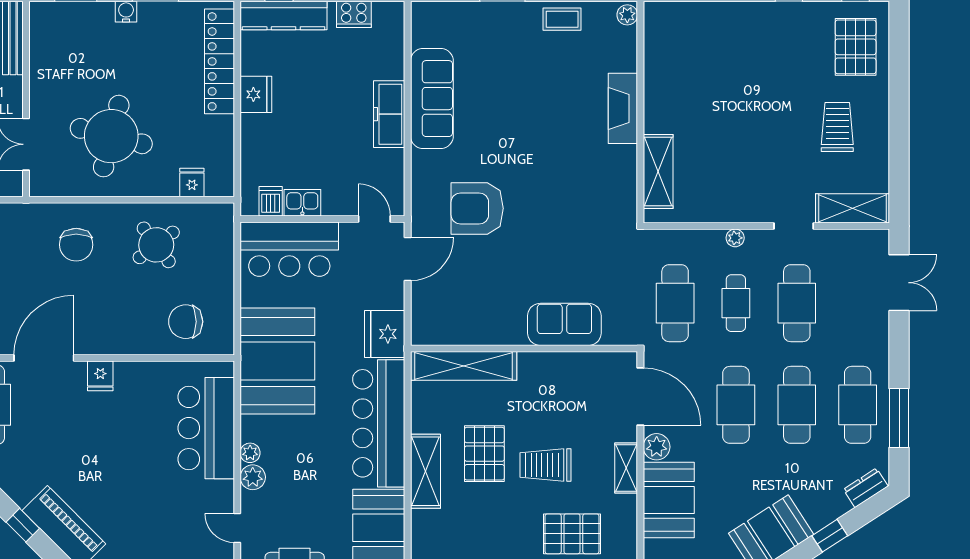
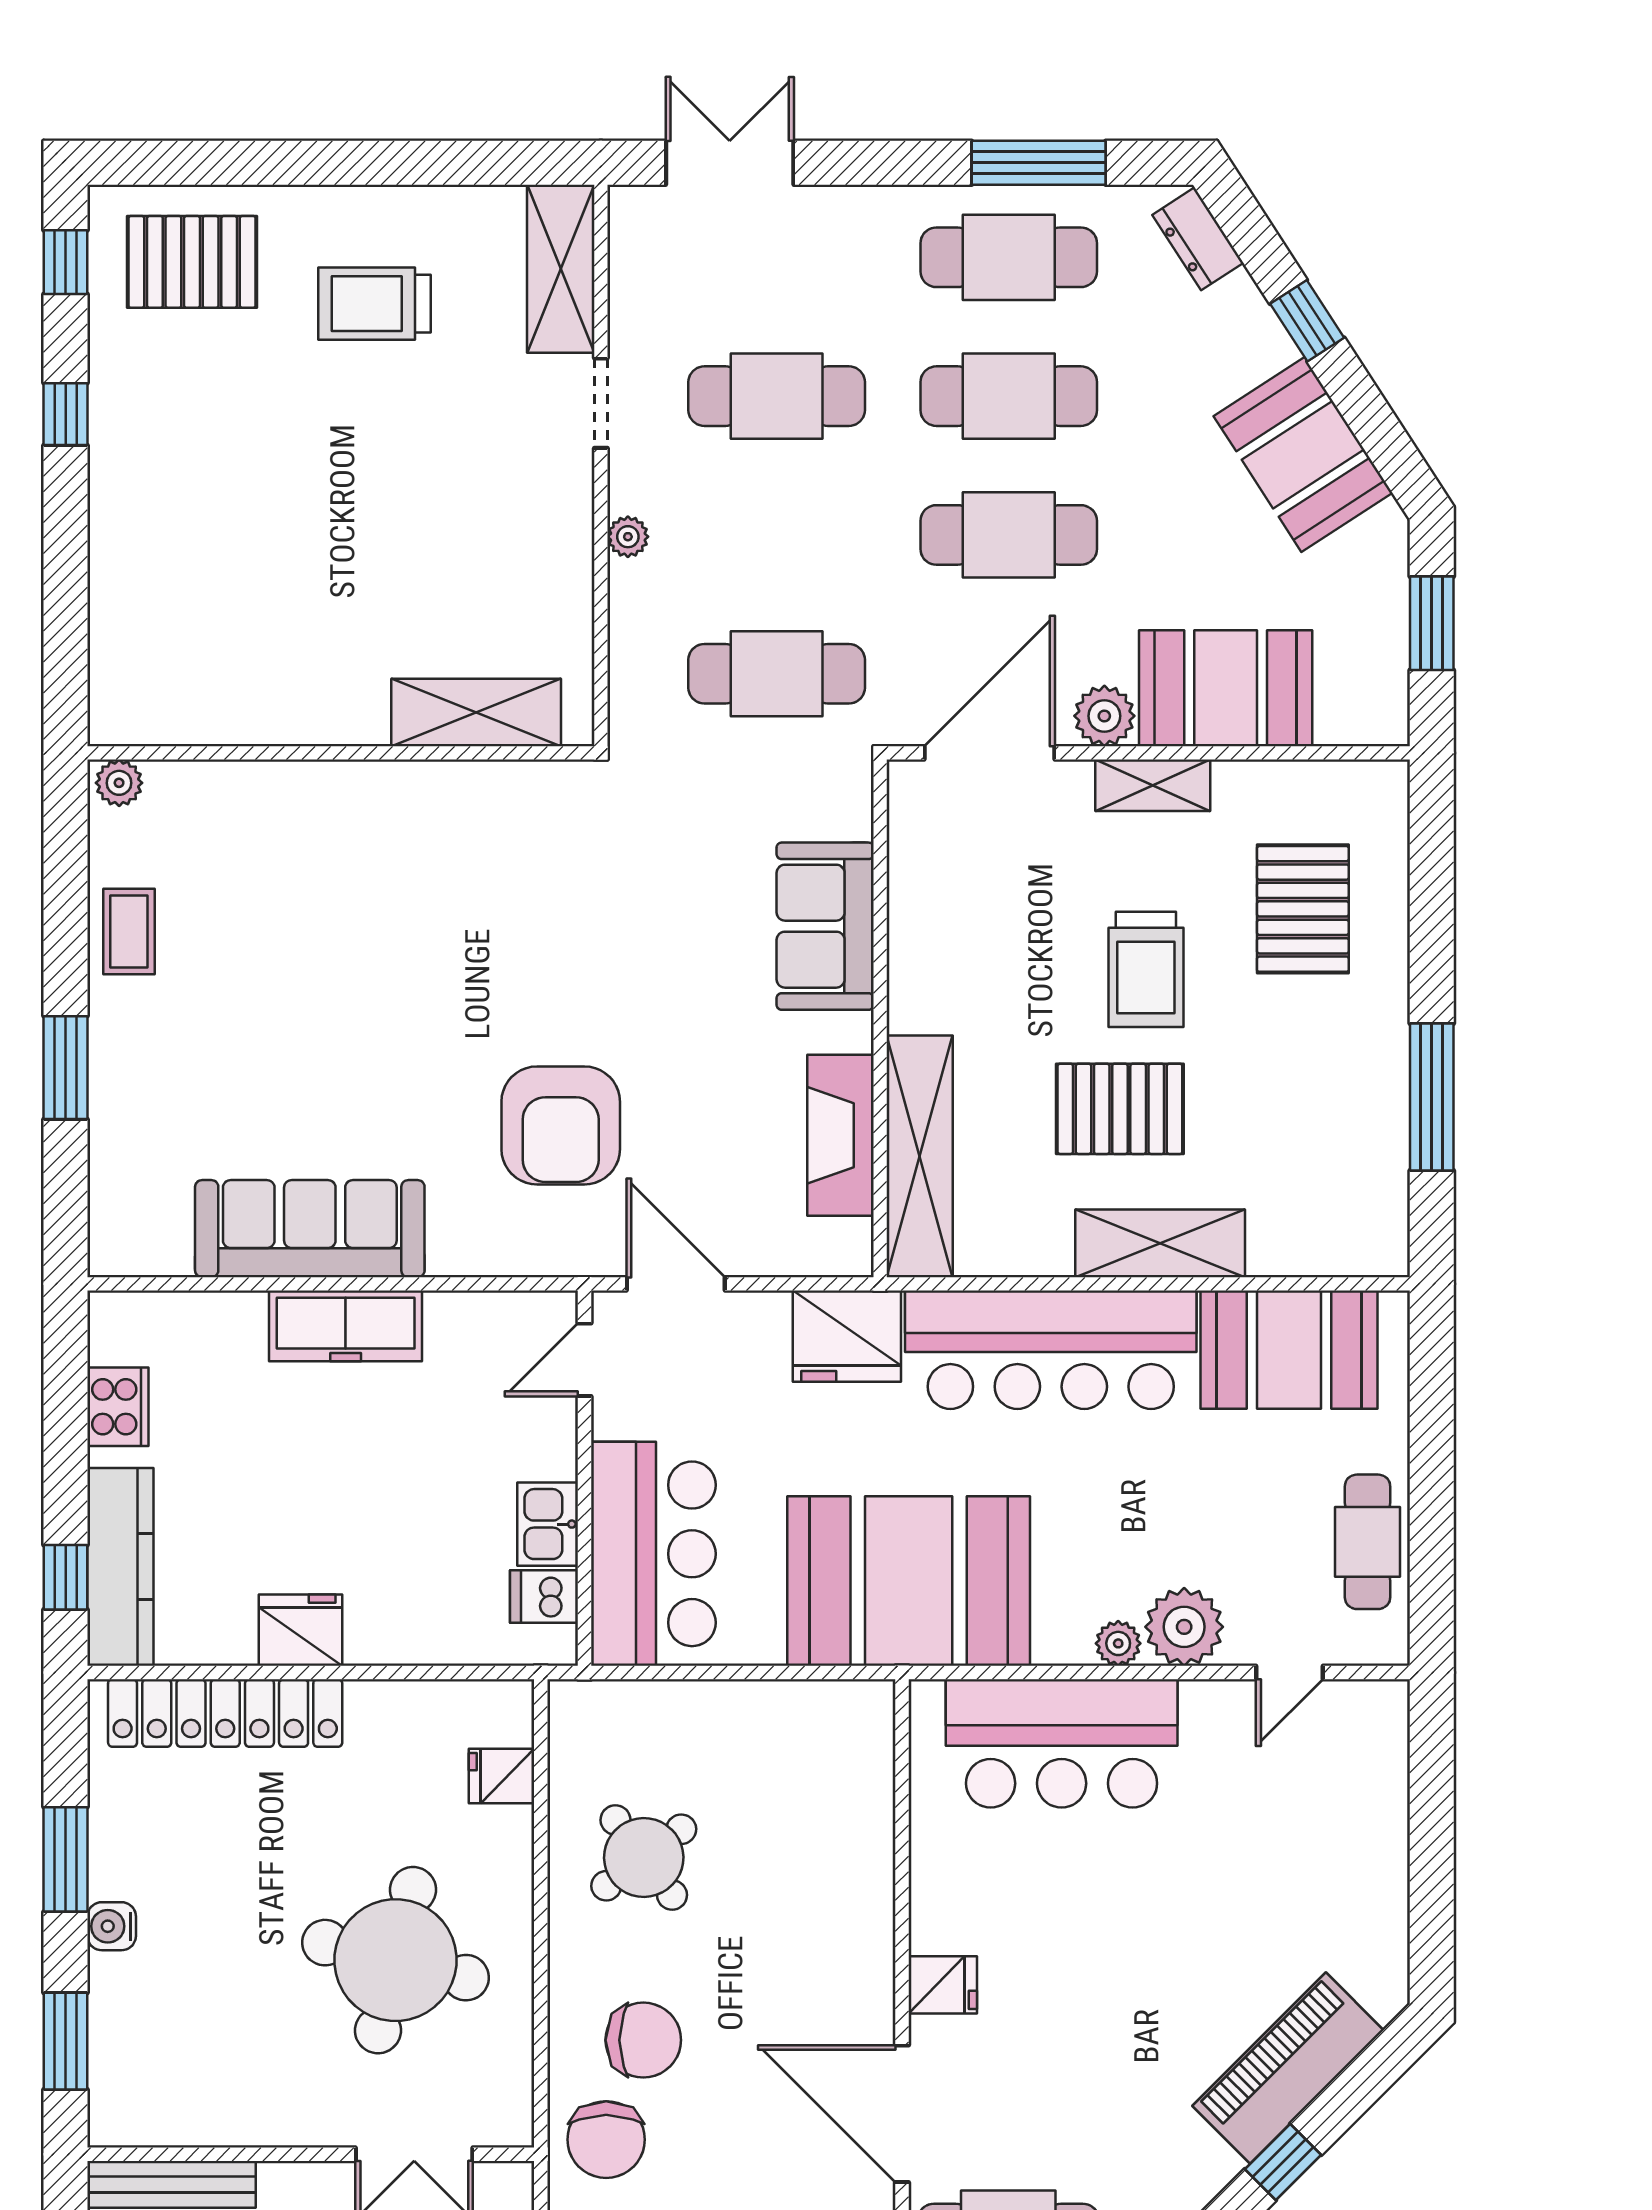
fireplace: (623, 108) -> (840, 1135), moved, turned 90
cafe table: (736, 303) -> (777, 535), removed
chair: (186, 322) -> (606, 2140), moved
plant: (253, 477) -> (1184, 1627), width x1.36, depth x1.36

